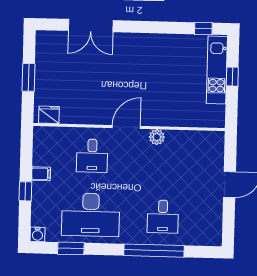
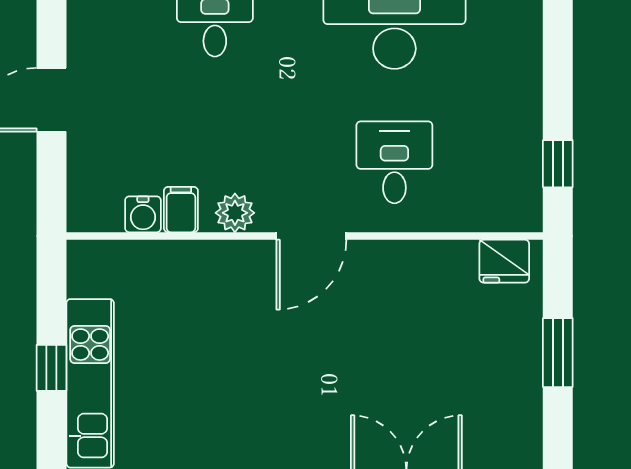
water cooler: (194, 137) -> (143, 214), added
filing cabinet: (41, 174) -> (181, 210), moved, turned 90
window: (25, 191) -> (558, 164), moved

